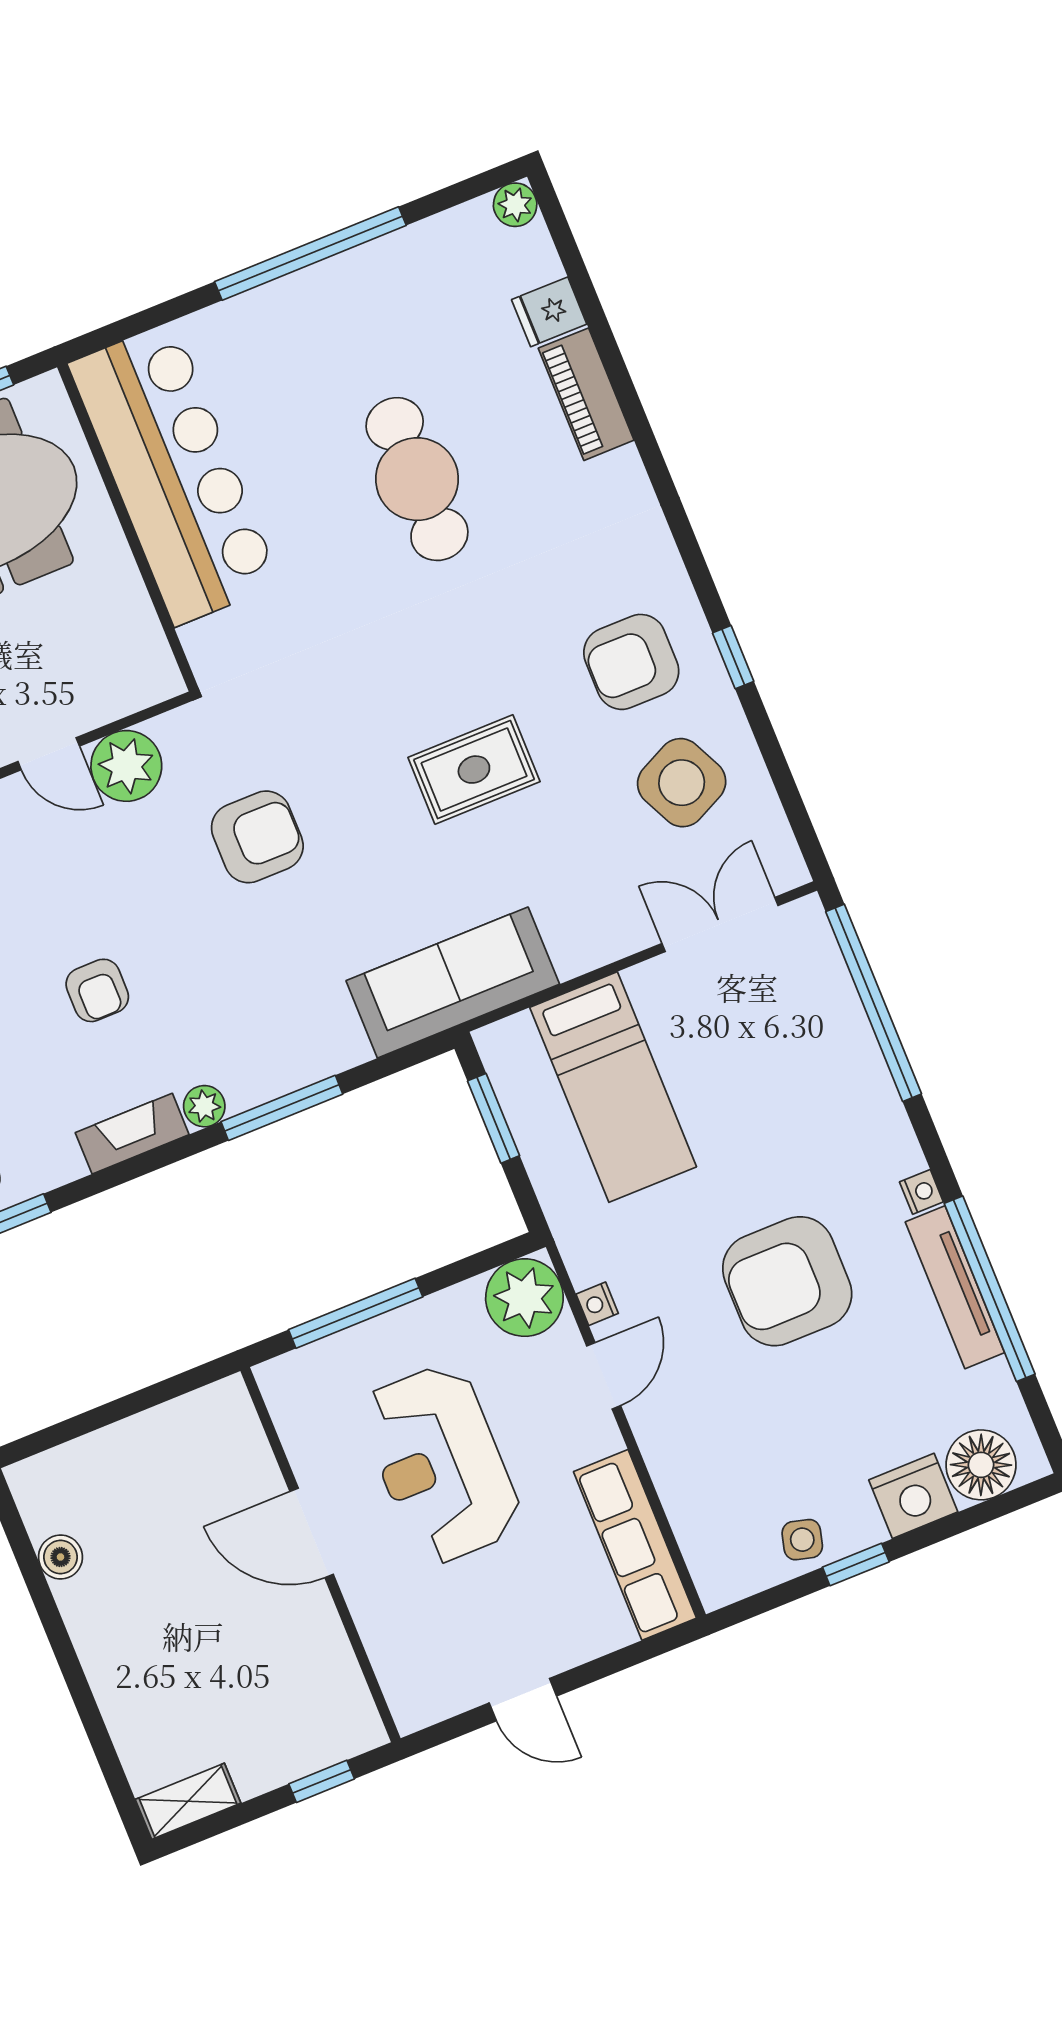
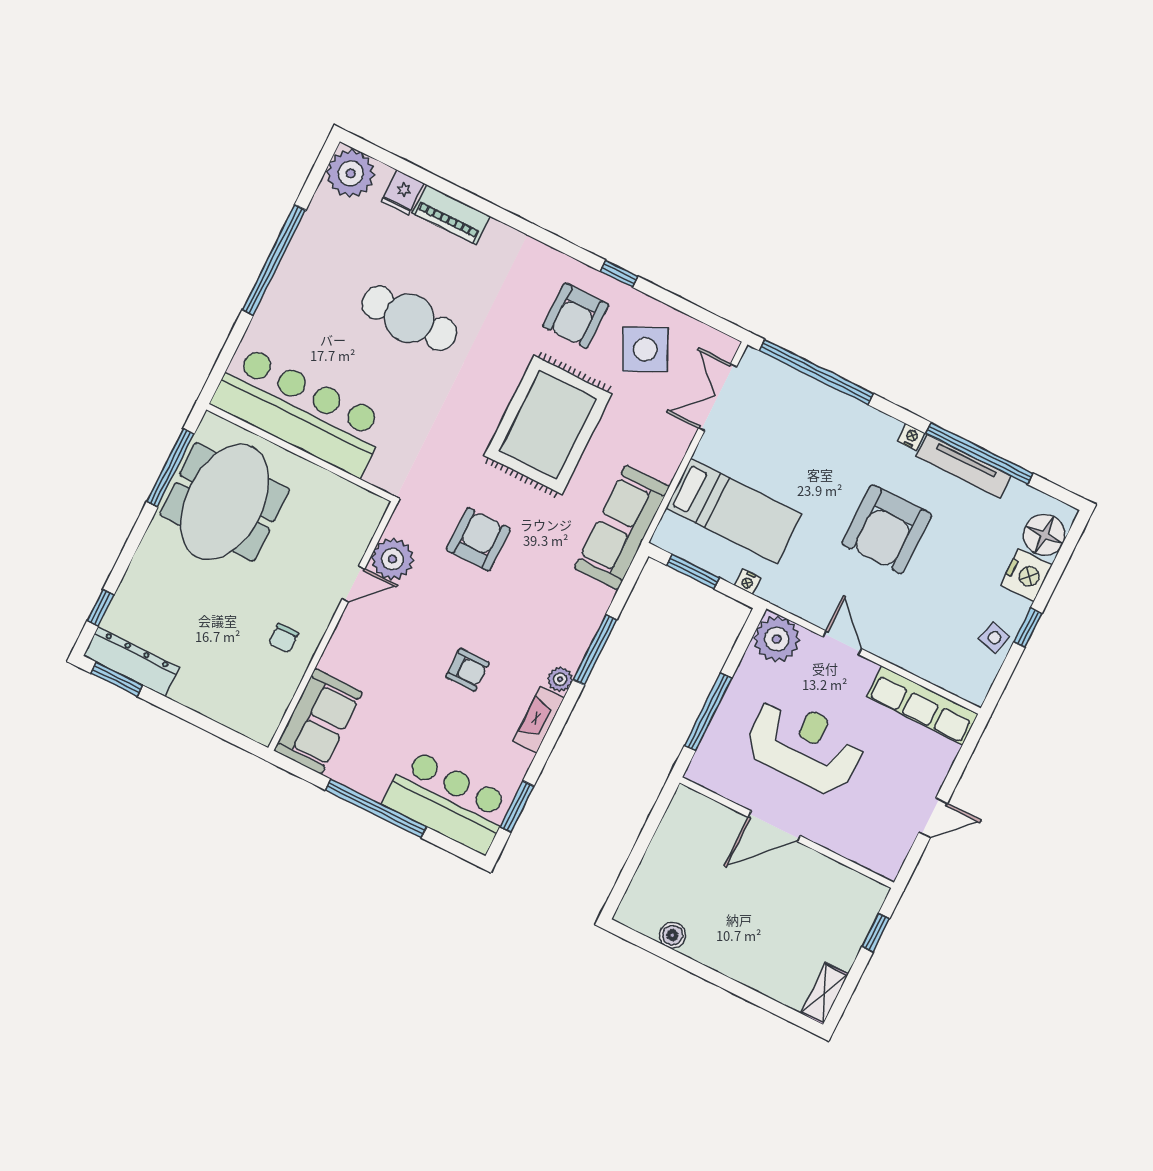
plant: (515, 205) -> (351, 173), width x1.88, depth x1.88
rug: (474, 770) -> (548, 425), width x1.86, depth x2.06
nightstand: (597, 1304) -> (748, 582), moved
reception desk: (440, 1464) -> (805, 746), turned 180

